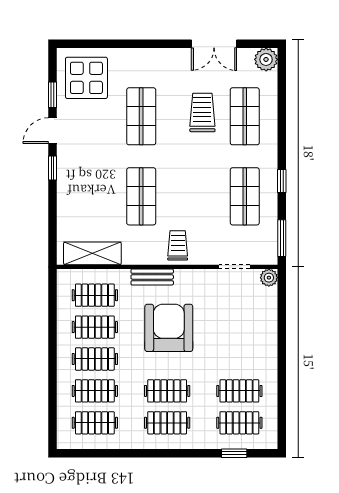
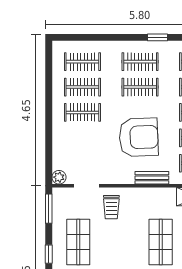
trolley: (178, 245) -> (111, 207), moved
armchair: (169, 328) -> (139, 137), turned -92
clothes rail: (239, 359) -> (82, 112), added
window: (234, 453) -> (158, 37), moved

